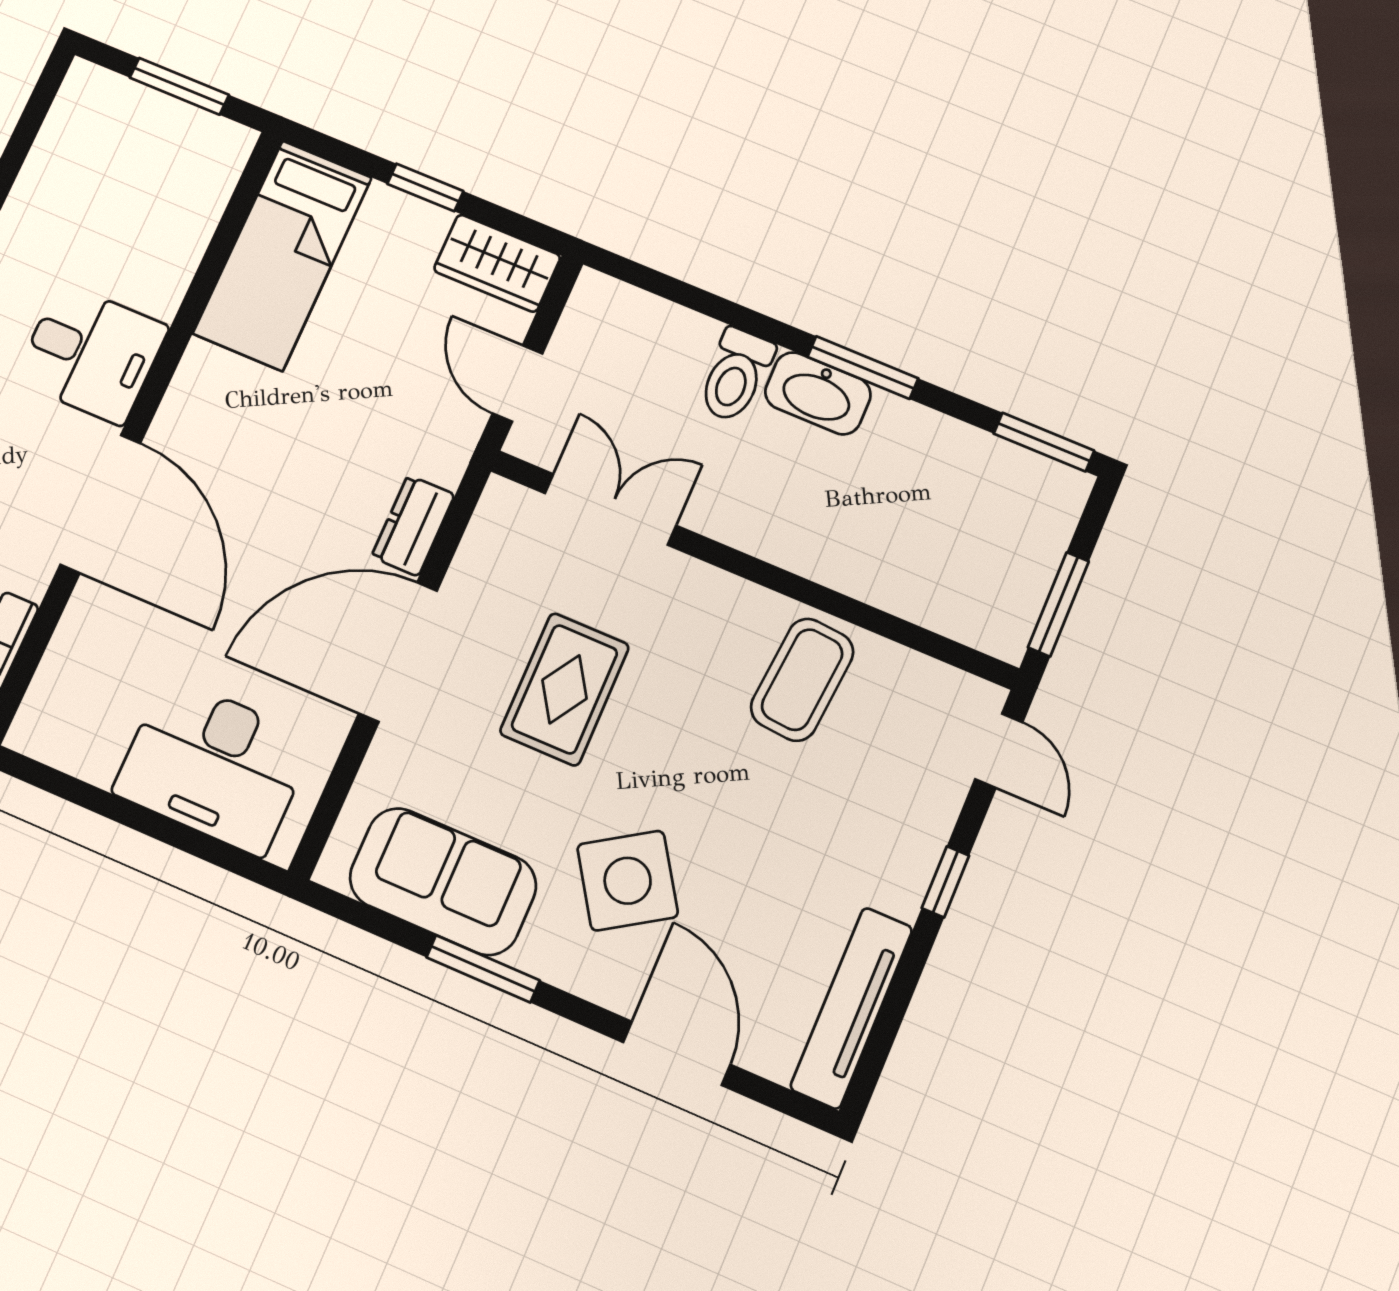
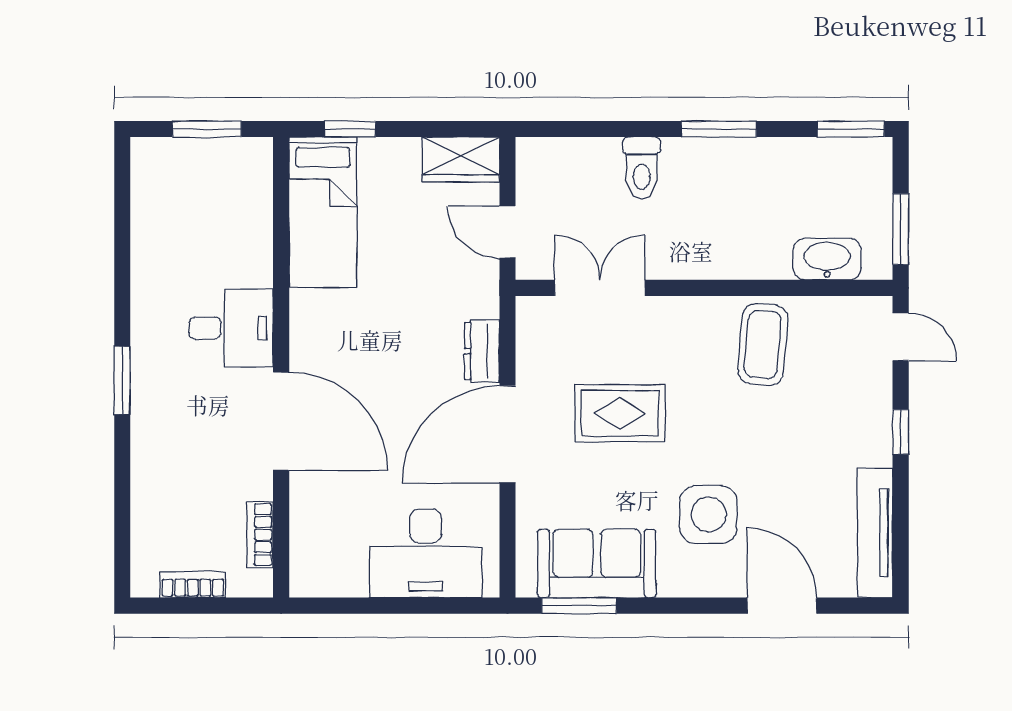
window: (425, 187) -> (350, 129), moved
washbasin: (818, 393) -> (827, 259), moved, turned 180
rug: (565, 689) -> (620, 413), turned 90
side table: (628, 881) -> (708, 514), turned 33
window: (483, 969) -> (579, 606), moved

